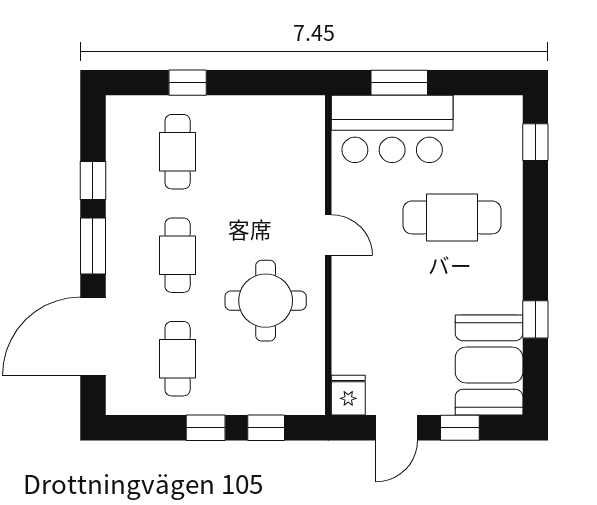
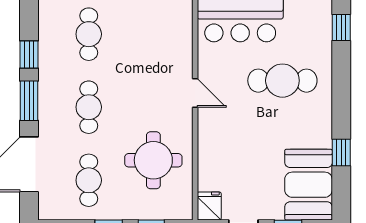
round table: (266, 301) -> (153, 160), moved

